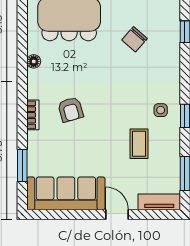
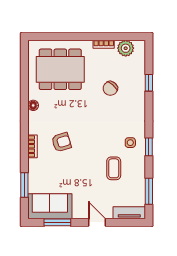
armchair: (71, 110) -> (61, 142), turned -91
sofa: (66, 193) -> (50, 206), width x0.73
window: (65, 214) -> (57, 222), added

